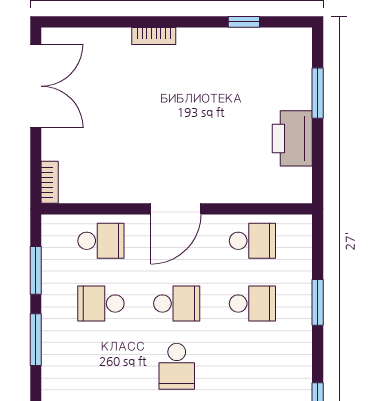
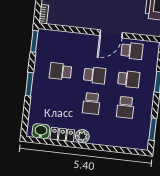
door: (176, 209) -> (111, 34), moved
school desk: (101, 241) -> (125, 107), moved, turned 90
window: (36, 270) -> (34, 41), moved

